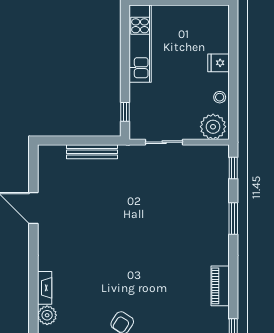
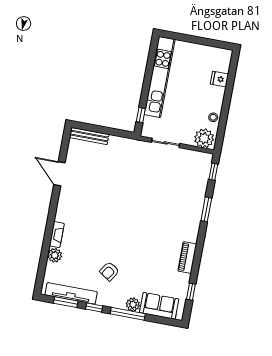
kitchen unit: (140, 44) -> (160, 77), width x1.36
fridge: (218, 63) -> (219, 79), moved
bench: (92, 152) -> (89, 136), moved

